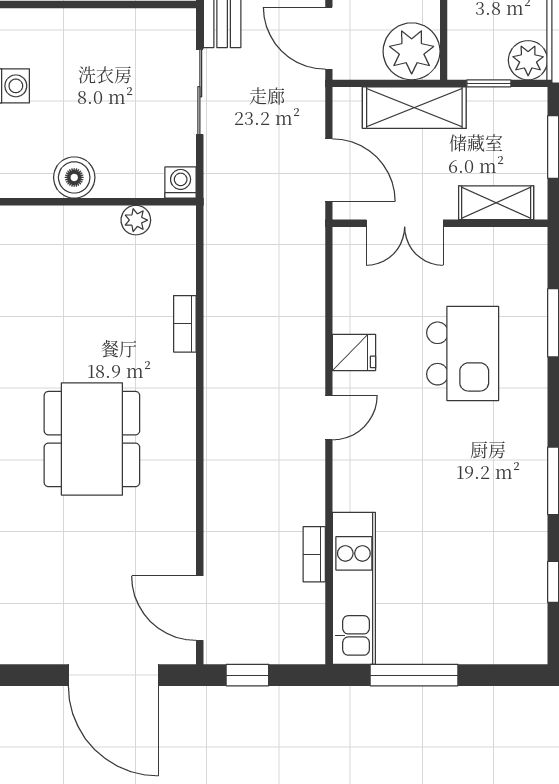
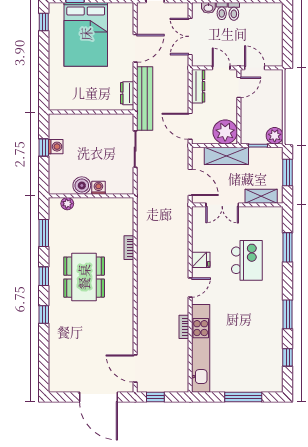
washing machine: (181, 183) -> (98, 188), moved
plant: (136, 220) -> (67, 204), moved
dining table: (92, 439) -> (84, 277), moved
bookcase: (314, 554) -> (184, 327), moved
kitchen unit: (354, 588) -> (201, 348), width x1.36
window: (414, 675) -> (243, 397), moved

